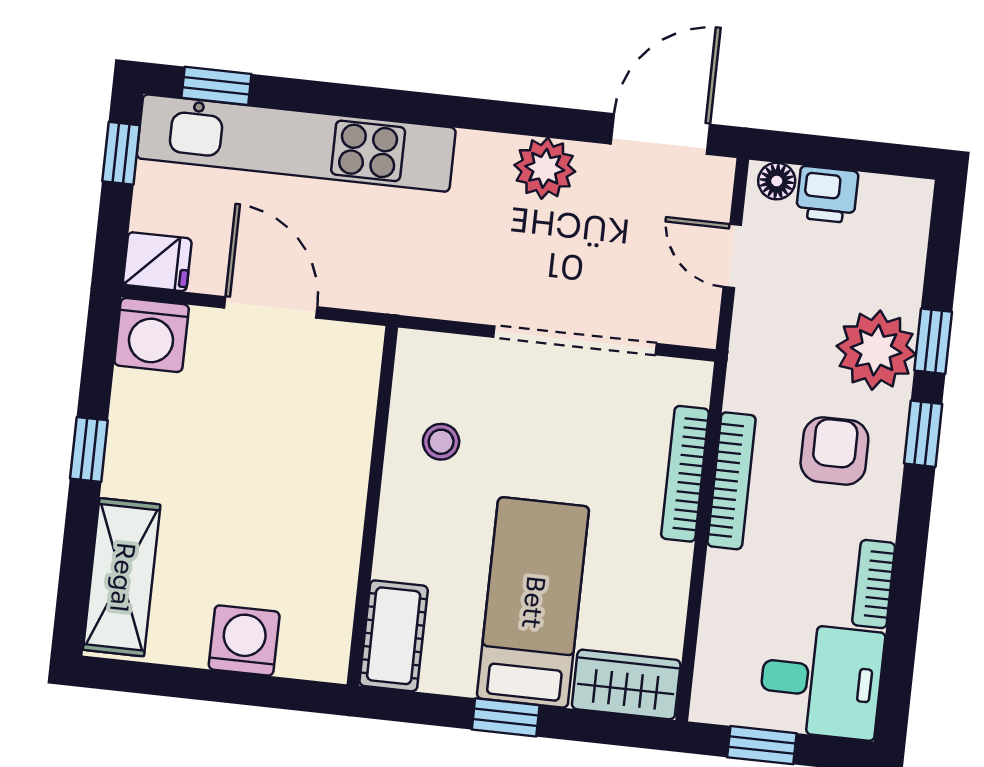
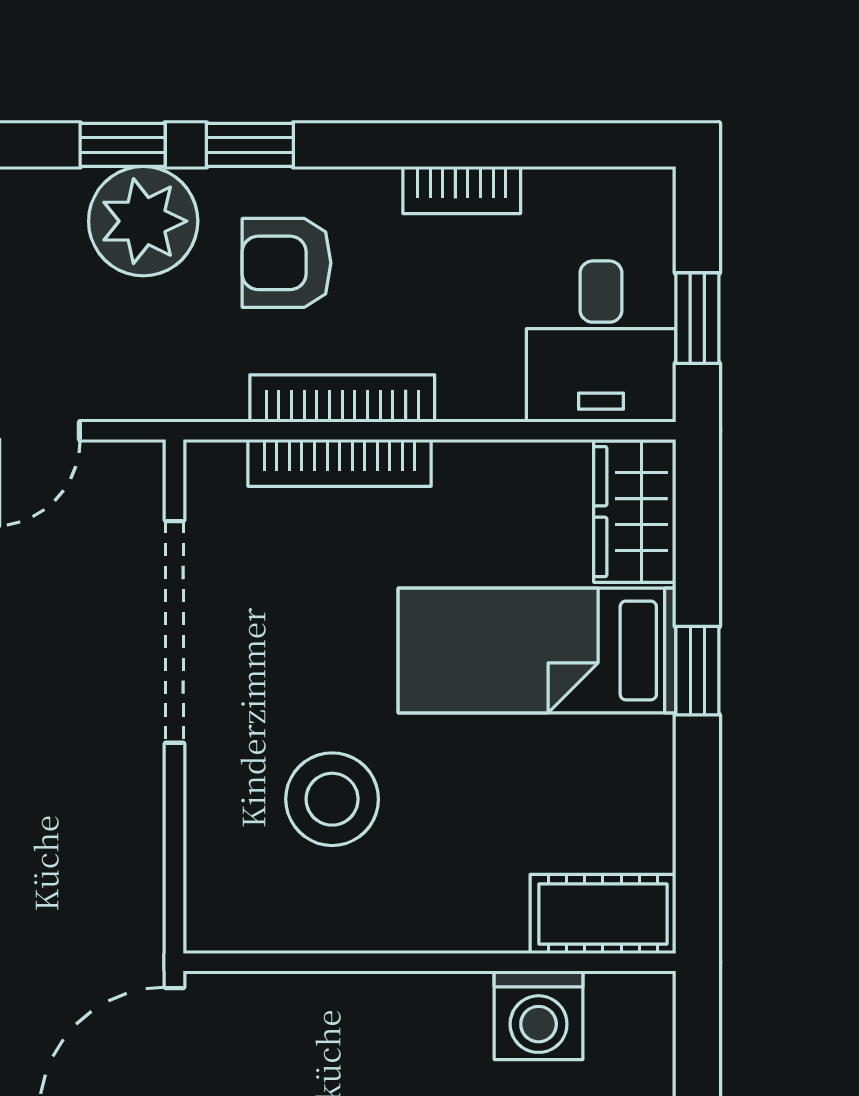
stool: (441, 442) -> (332, 799), width x1.89, depth x1.89
wall: (372, 506) -> (429, 962), moved
cot: (394, 636) -> (603, 914), moved
washing machine: (244, 640) -> (539, 1015), moved, turned -90
desk: (821, 681) -> (601, 342), moved, turned 180

